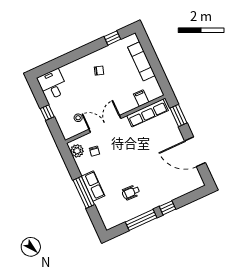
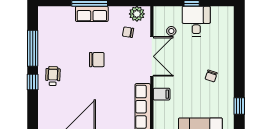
desk: (53, 85) -> (196, 21), moved, turned -90
filing cabinet: (141, 98) -> (162, 94), moved
chair: (127, 166) -> (97, 60), added
wheelchair: (131, 192) -> (53, 76), moved

